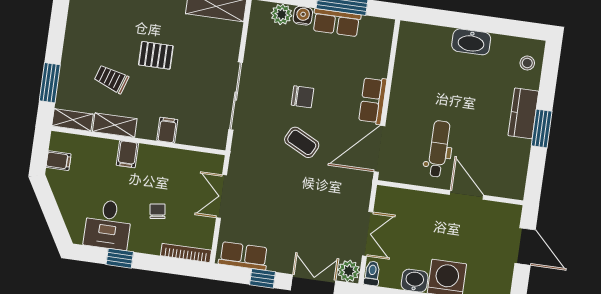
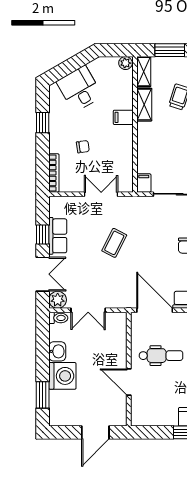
filing cabinet: (167, 130) -> (144, 183), moved, turned -90
plant: (58, 142) -> (126, 63), added
coffee table: (302, 142) -> (114, 243), moved
filing cabinet: (59, 161) -> (111, 65), removed
door: (467, 195) -> (129, 382), swing flipped
desk: (108, 224) -> (79, 89), moved, turned 60
row of seats: (243, 256) -> (58, 236), moved

